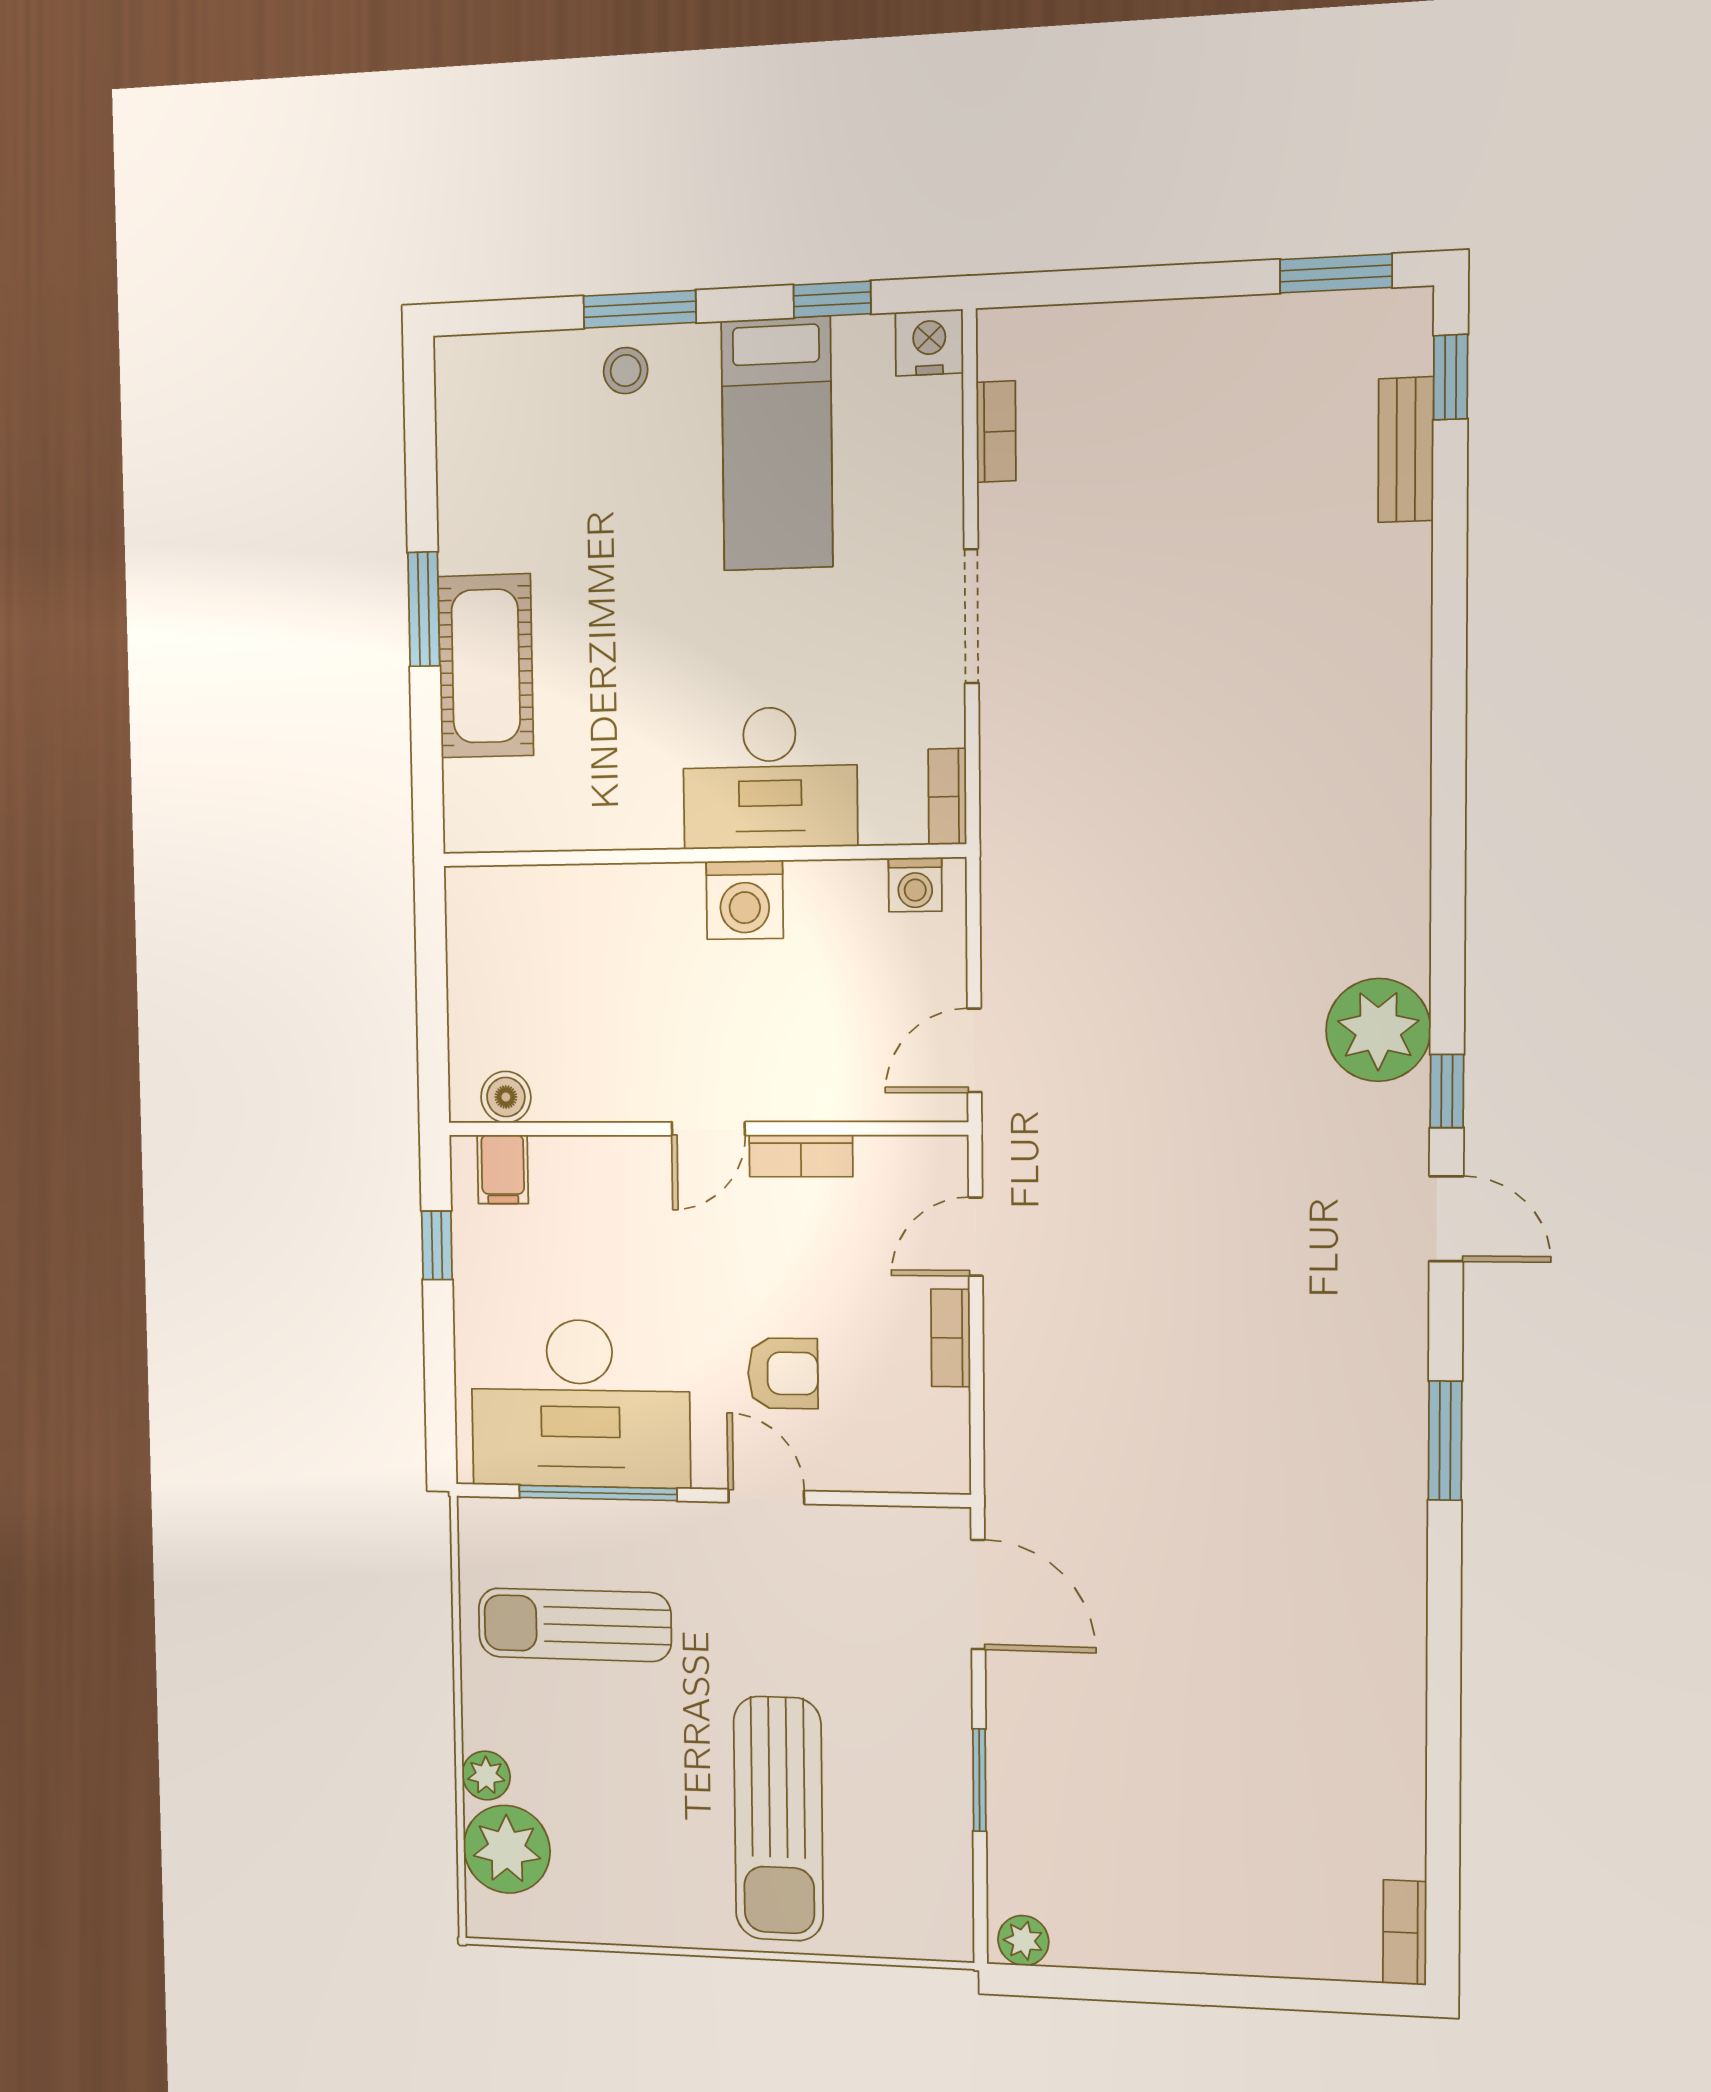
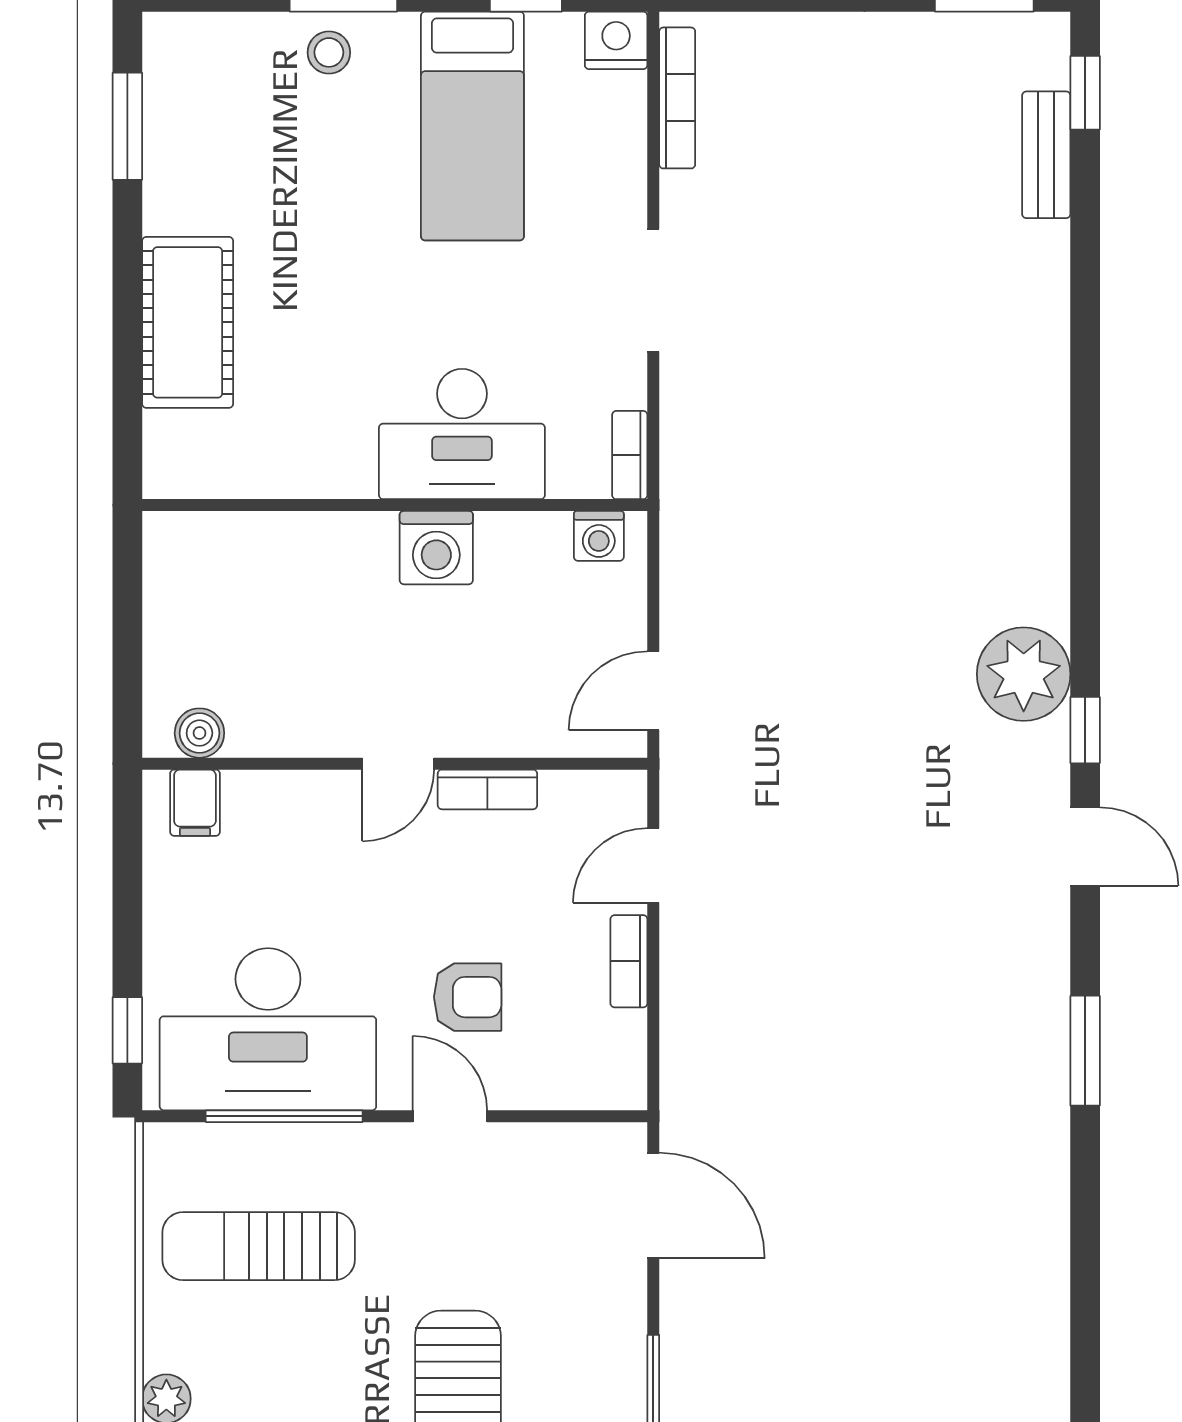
bookcase: (996, 432) -> (677, 98), width x1.56
window: (424, 609) -> (127, 126), moved
window: (437, 1245) -> (127, 1030), moved

